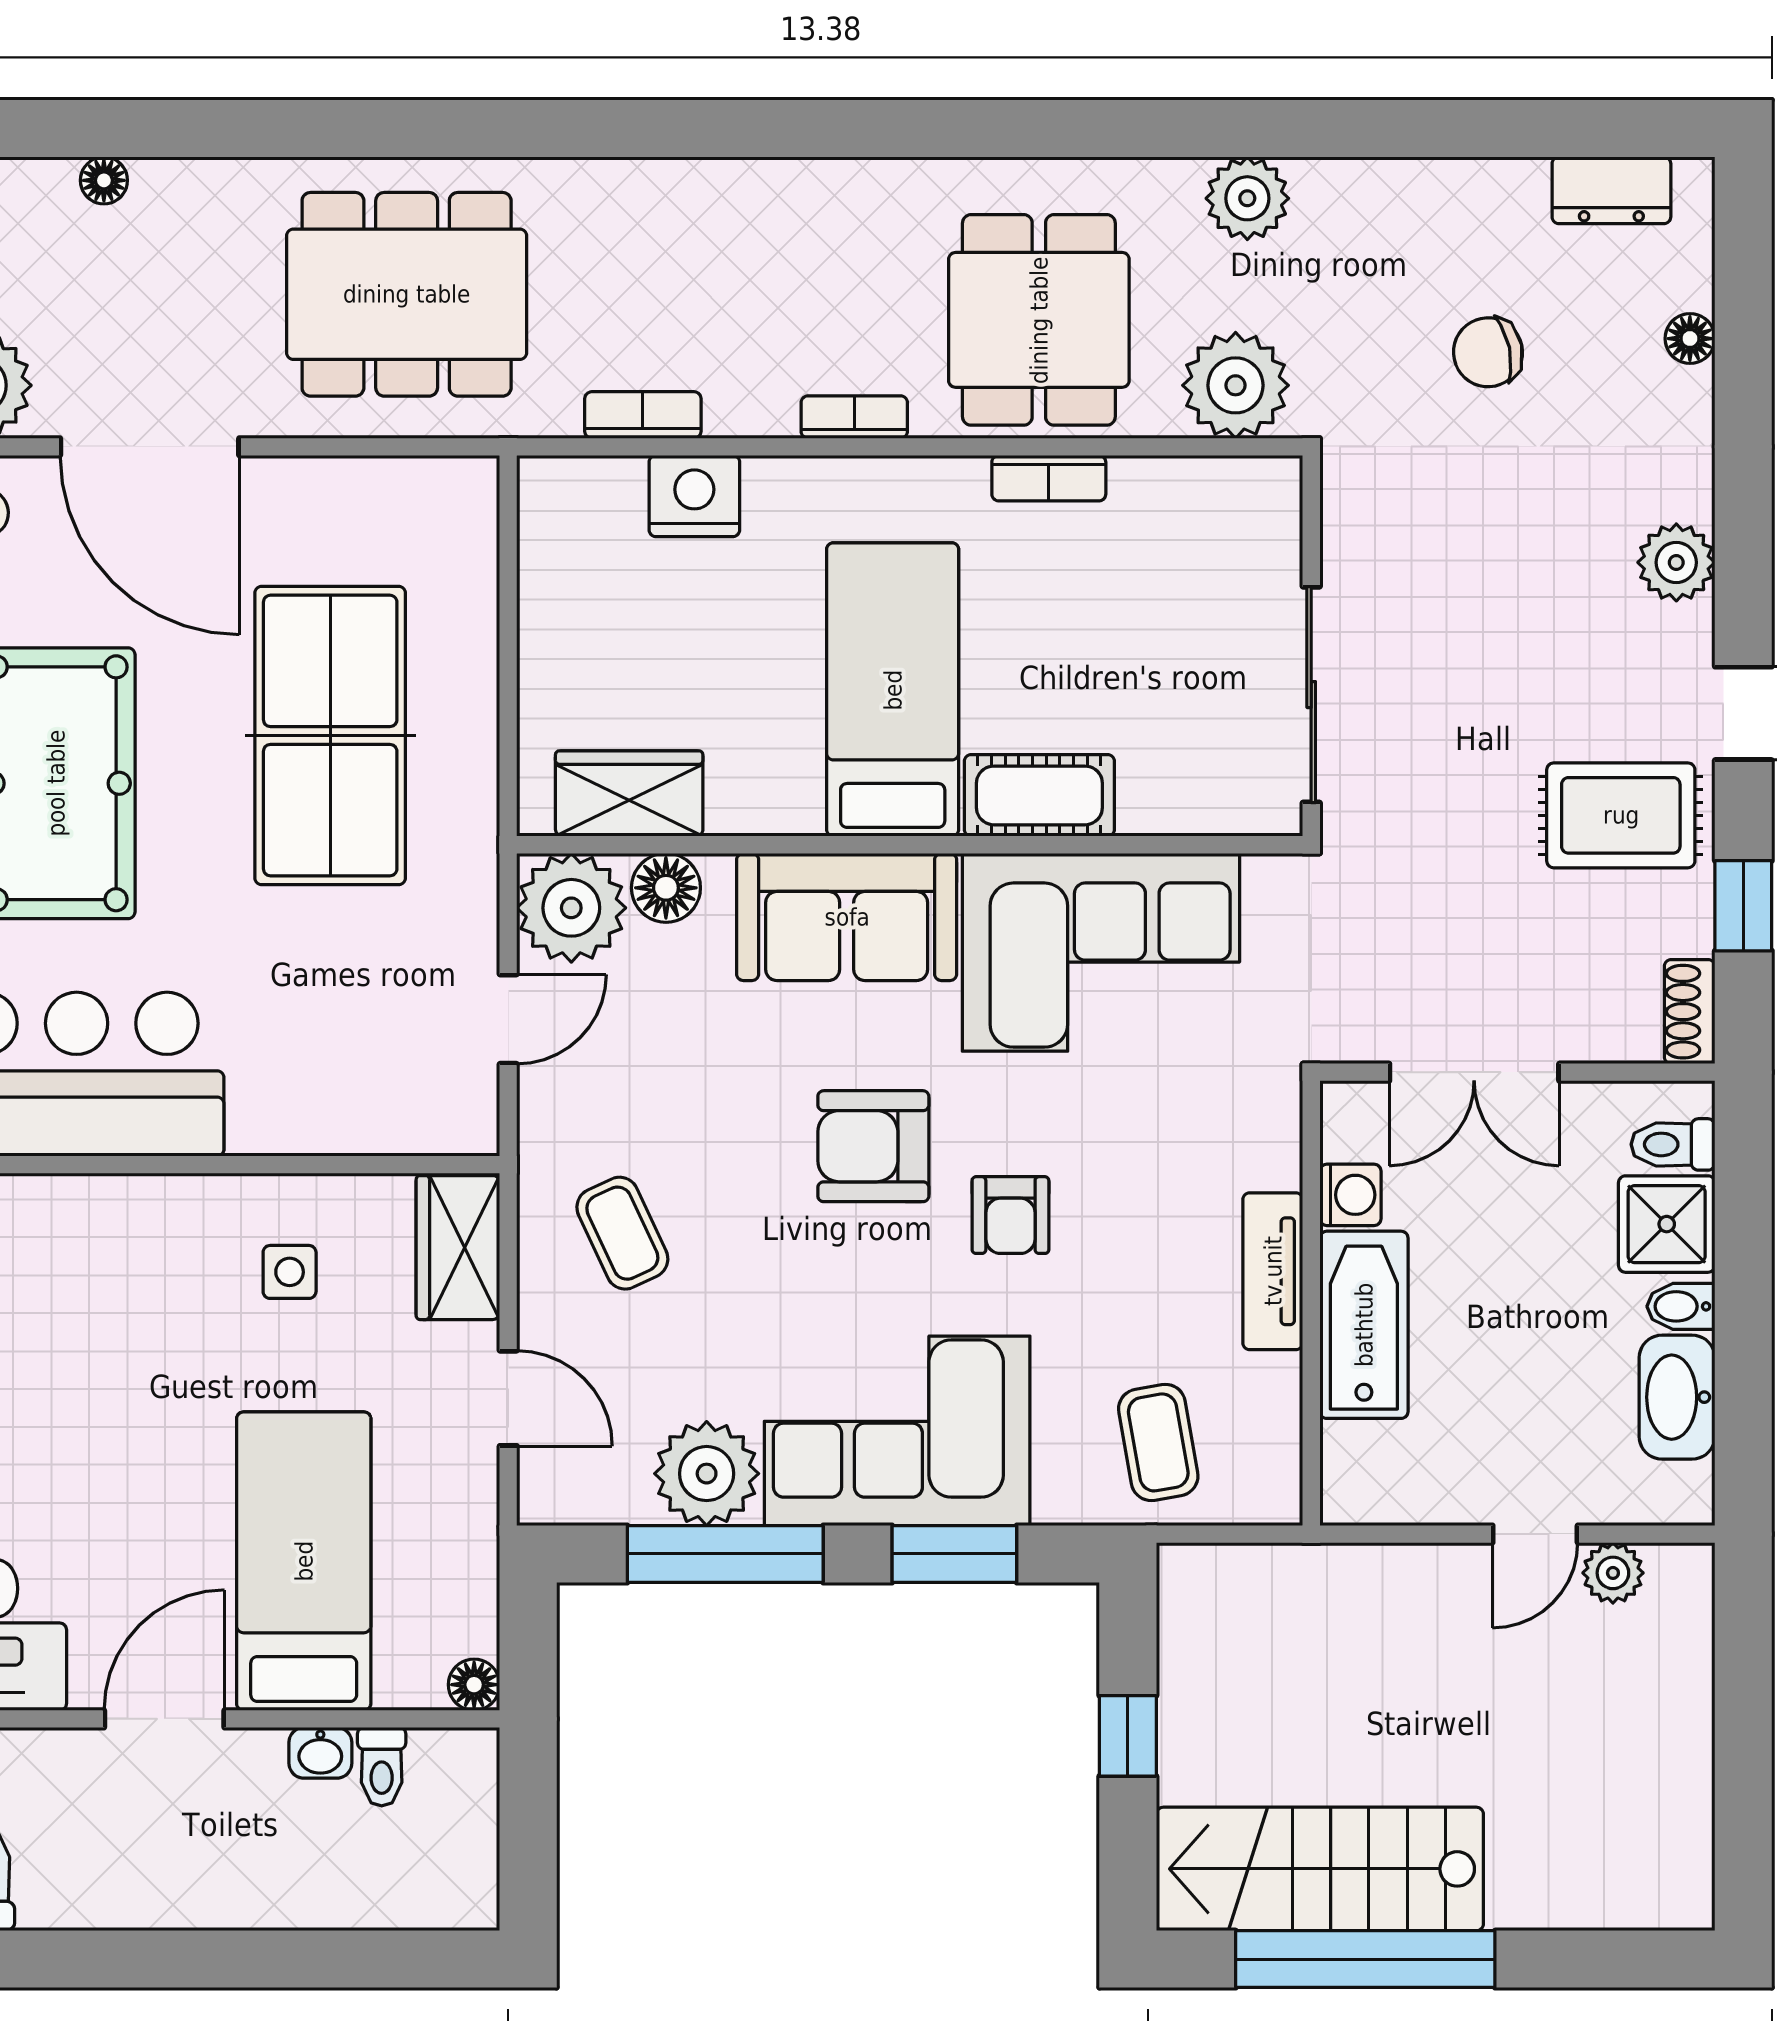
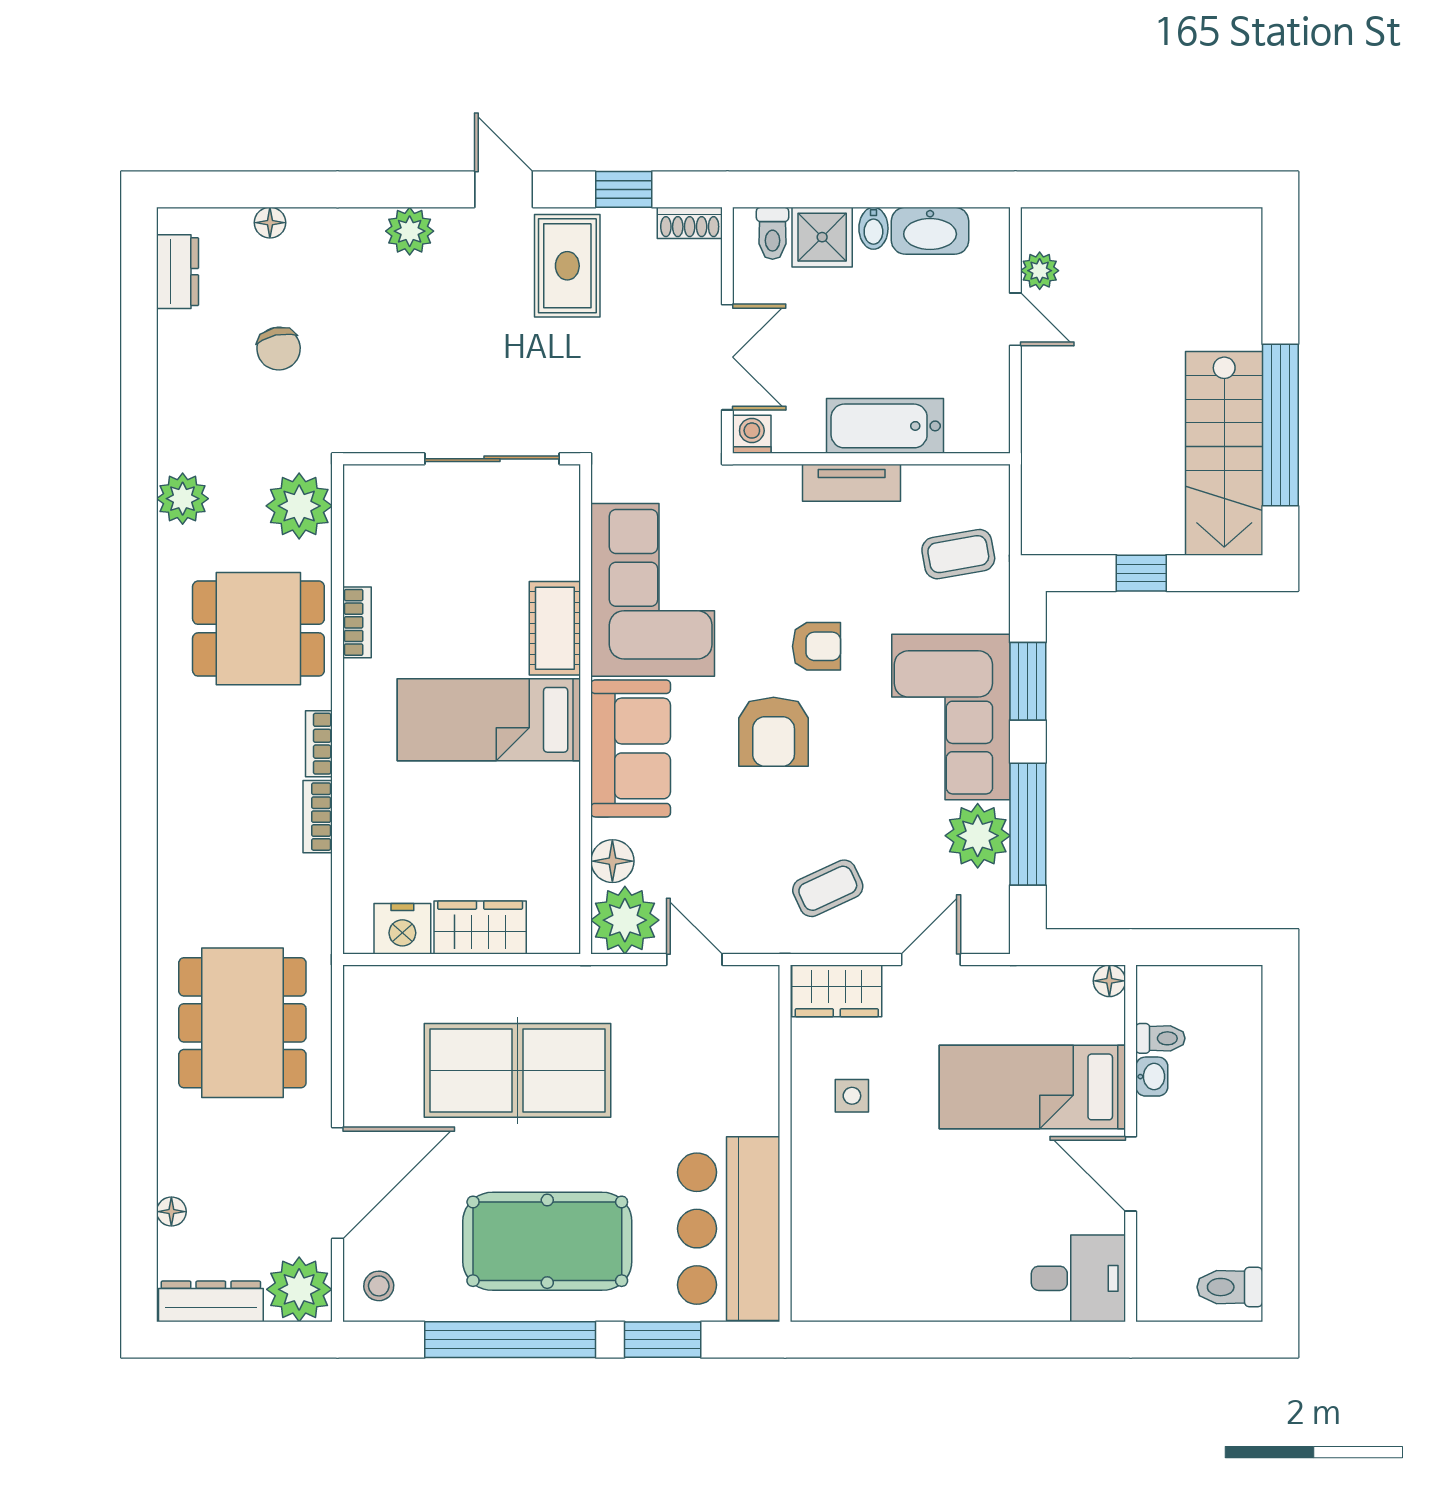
bookcase: (643, 415) -> (318, 817), moved
nightstand: (694, 496) -> (402, 929), moved, turned -90
wardrobe: (629, 793) -> (480, 927), moved, turned 90
washing machine: (1350, 1195) -> (752, 434), moved

